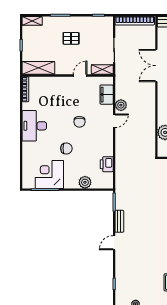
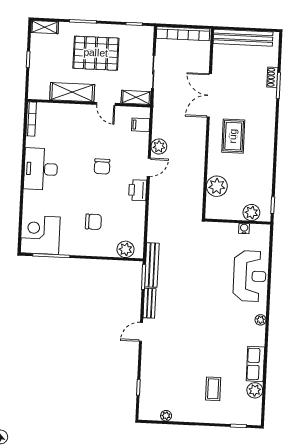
pallet: (71, 38) -> (96, 53), width x2.05, depth x2.00
shelving: (38, 68) -> (72, 92), moved
door: (80, 75) -> (106, 104), swing flipped
filing cabinet: (107, 95) -> (141, 125), width x0.50
chair: (66, 148) -> (93, 222), moved
printer: (107, 164) -> (138, 190), moved
corner desk: (49, 174) -> (40, 235), moved
plant: (85, 182) -> (125, 249), moved
bench: (120, 193) -> (152, 265), added

